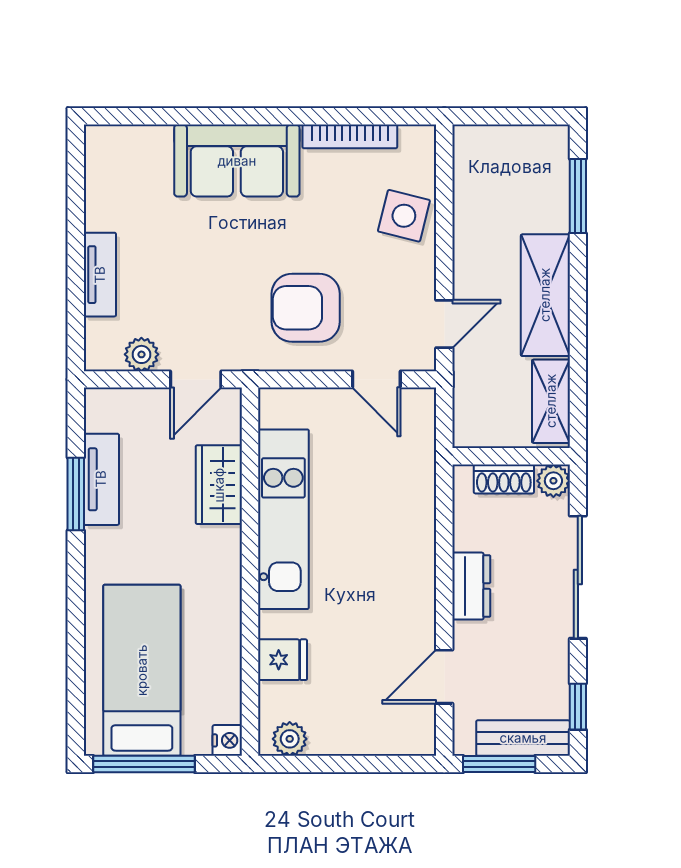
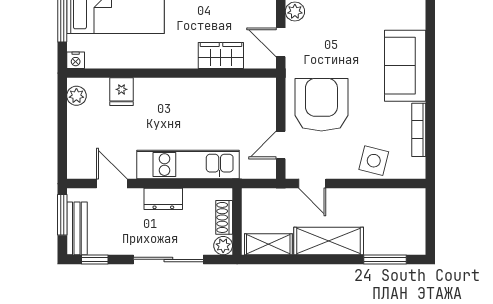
armchair: (306, 308) -> (321, 105), width x1.36, depth x1.36
kitchen unit: (283, 519) -> (188, 165), moved, turned 180

